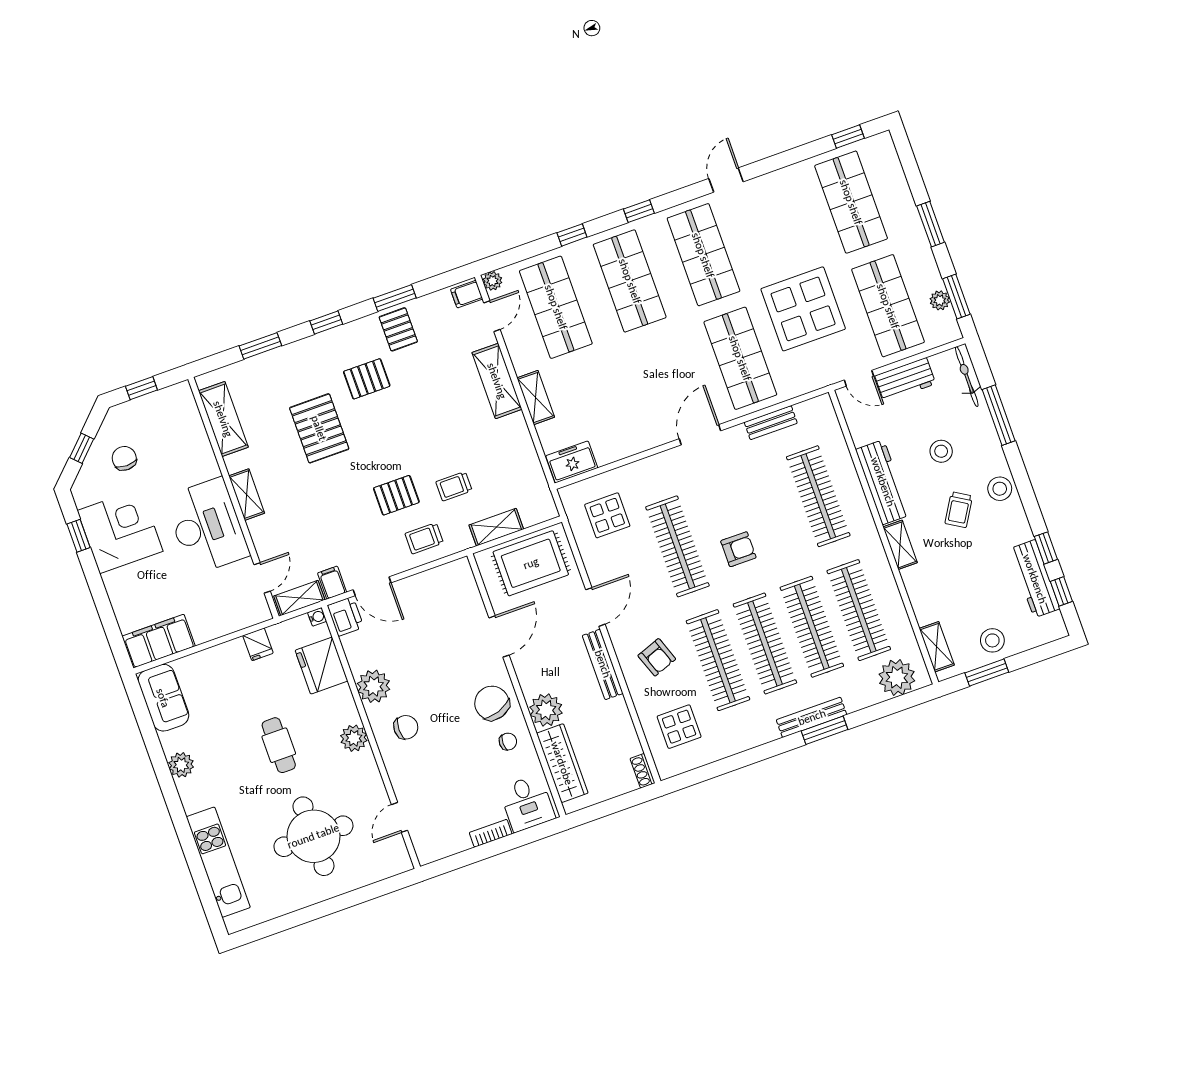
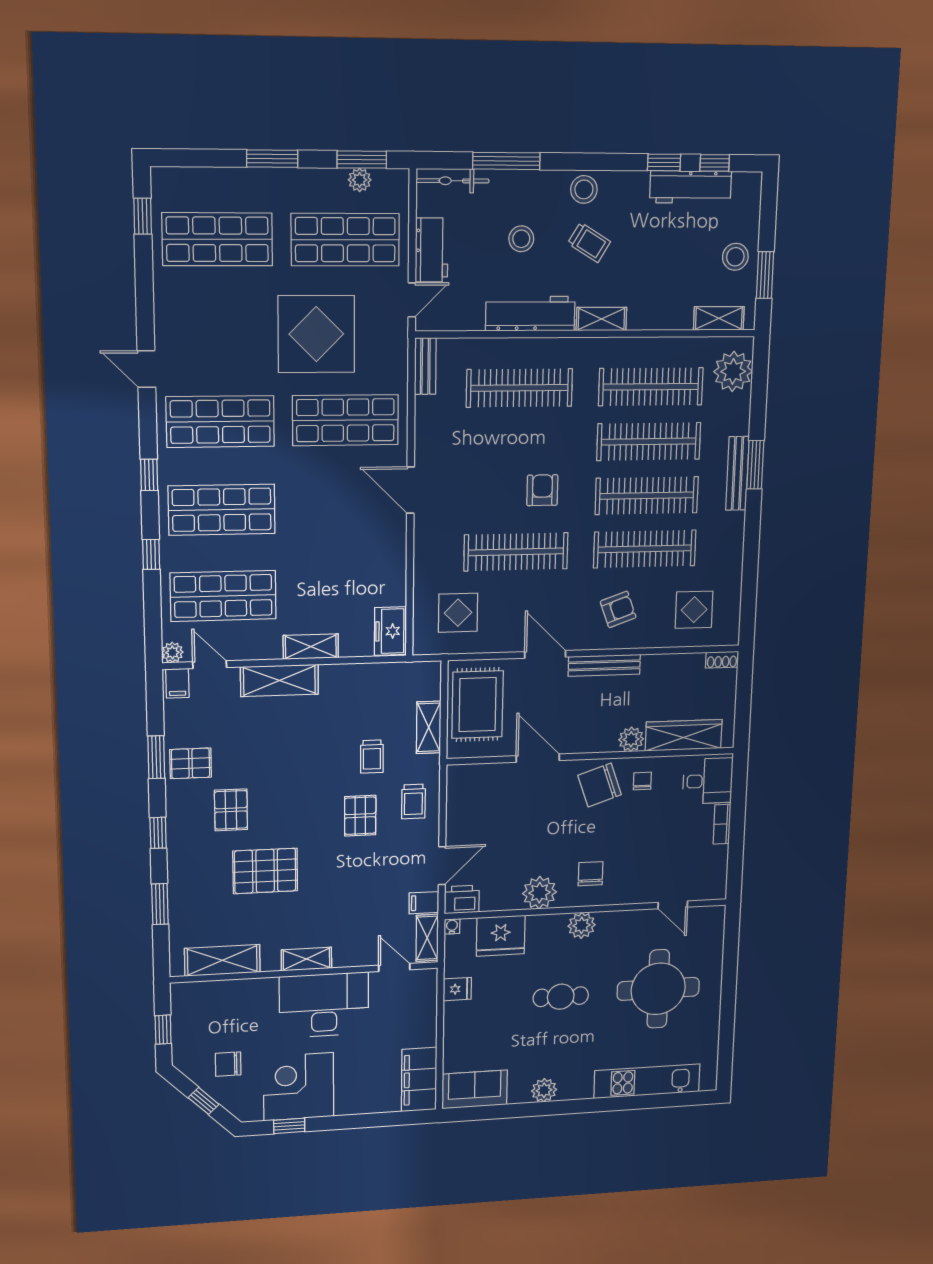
bench: (771, 423) -> (425, 366), moved
plant: (546, 710) -> (631, 739), width x0.73, depth x0.73

